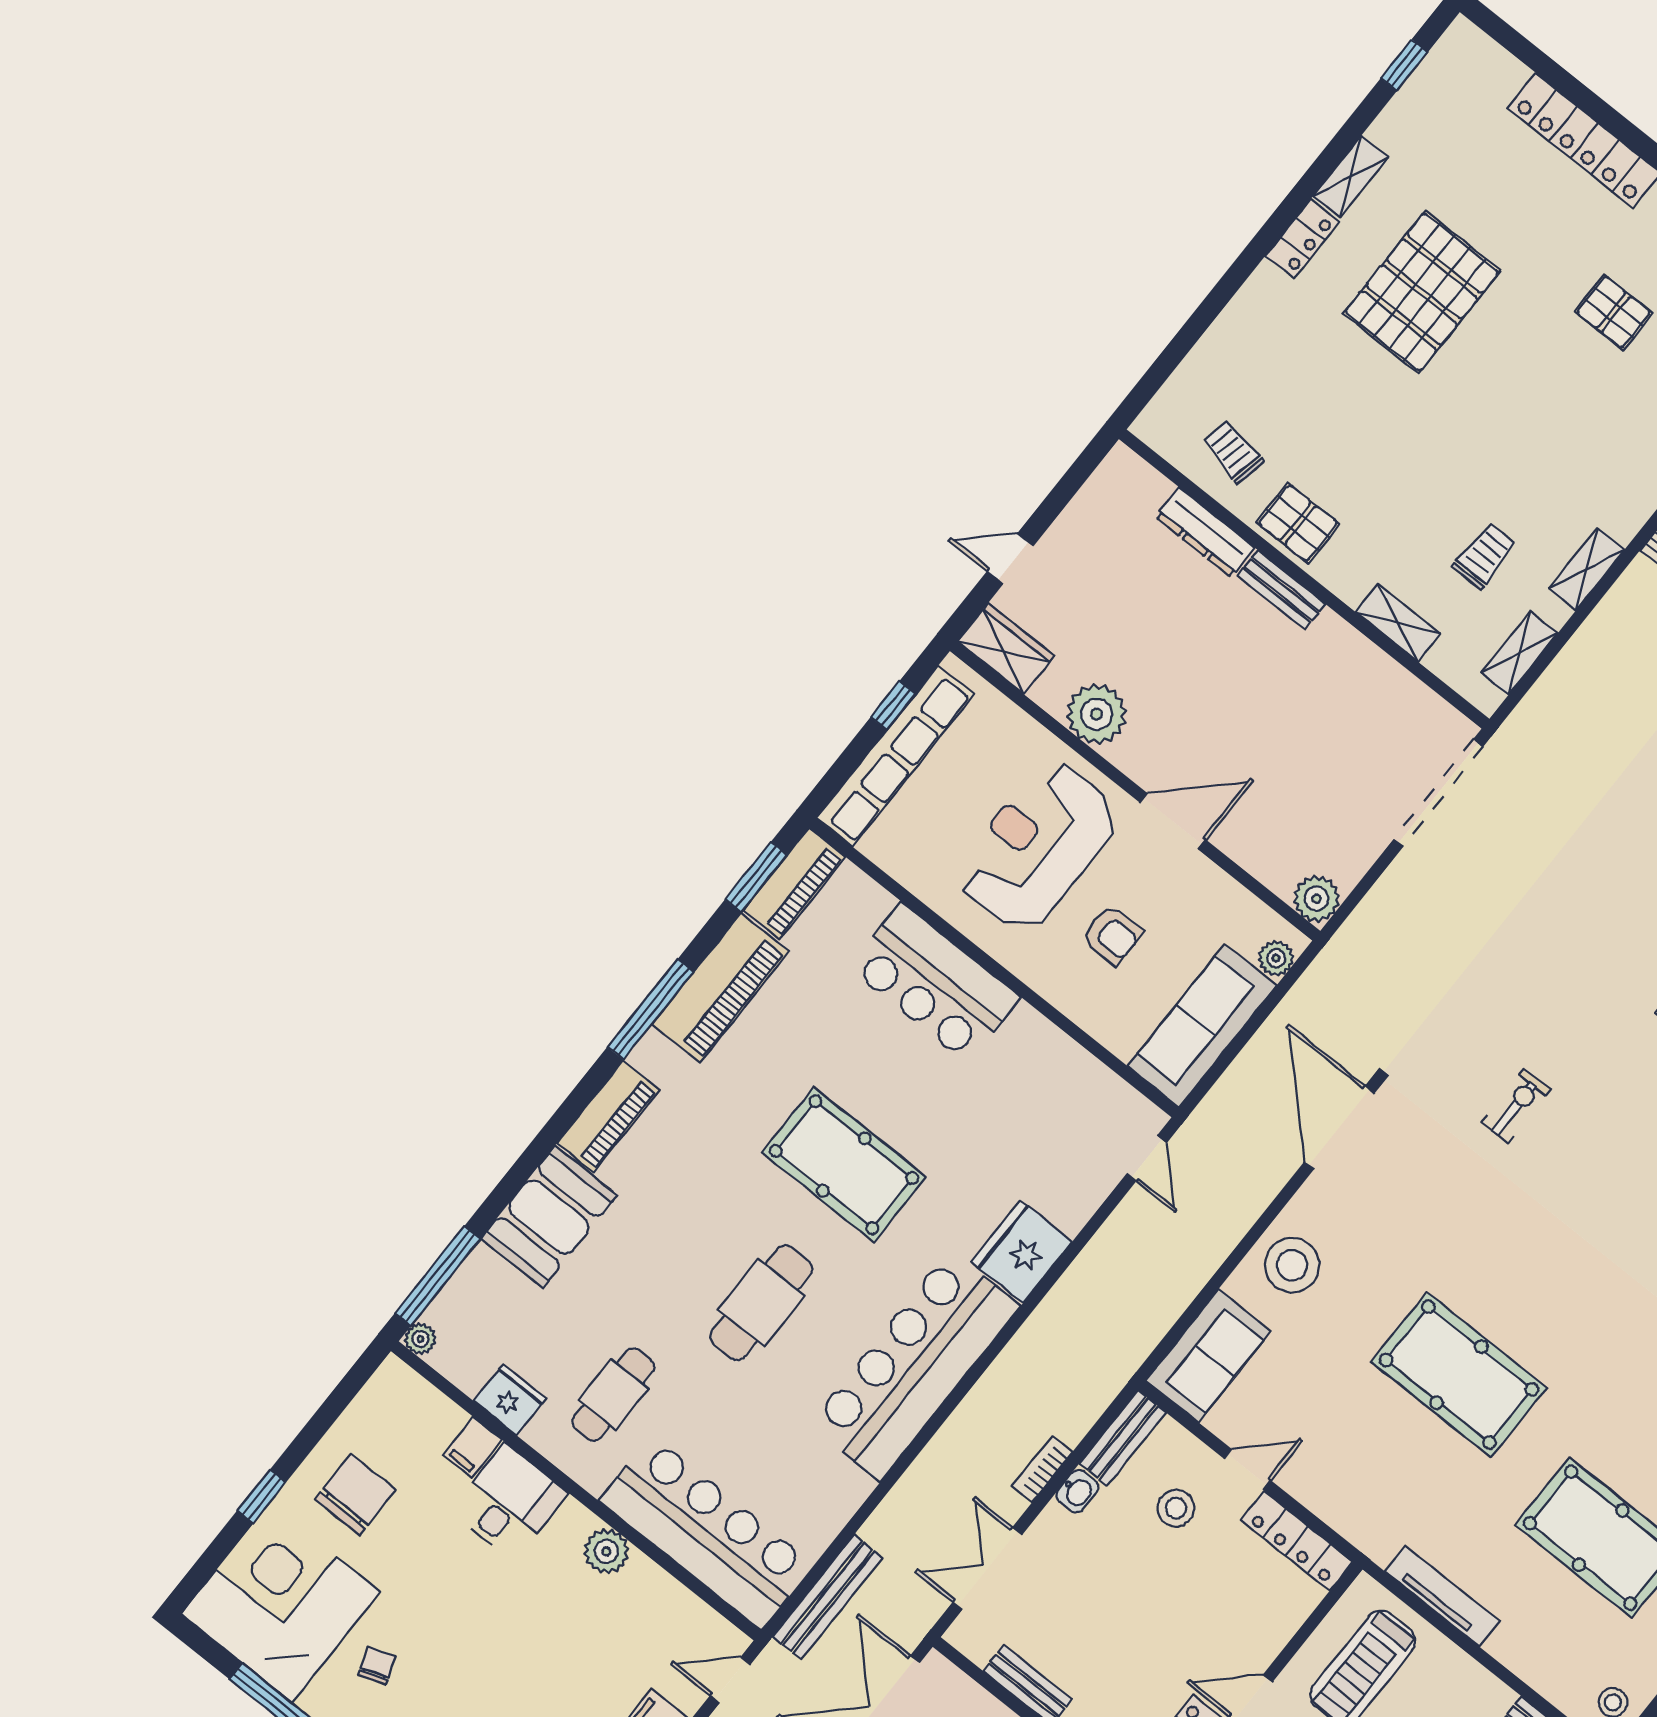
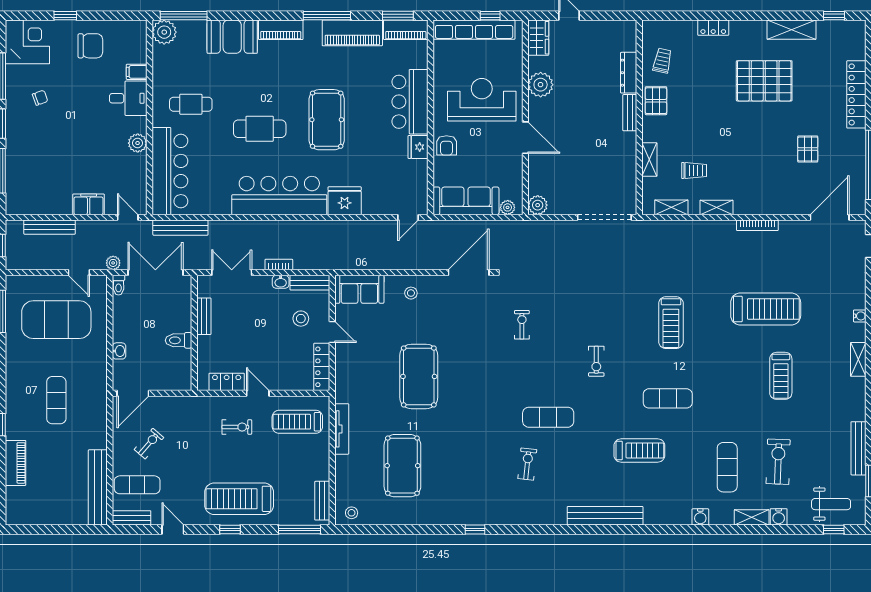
shelving: (1351, 177) -> (792, 30), width x1.50, depth x1.33
locker: (1302, 239) -> (713, 28), moved
armchair: (1112, 935) -> (447, 145), moved
exercise bike: (1516, 1106) -> (522, 325), turned -90
stool: (1292, 1265) -> (411, 293), width x0.53, depth x0.53
plant: (420, 1339) -> (164, 32), width x1.88, depth x1.88
fridge: (510, 1400) -> (418, 147), moved, turned 180
corner desk: (281, 1603) -> (27, 42), width x0.74, depth x0.74

